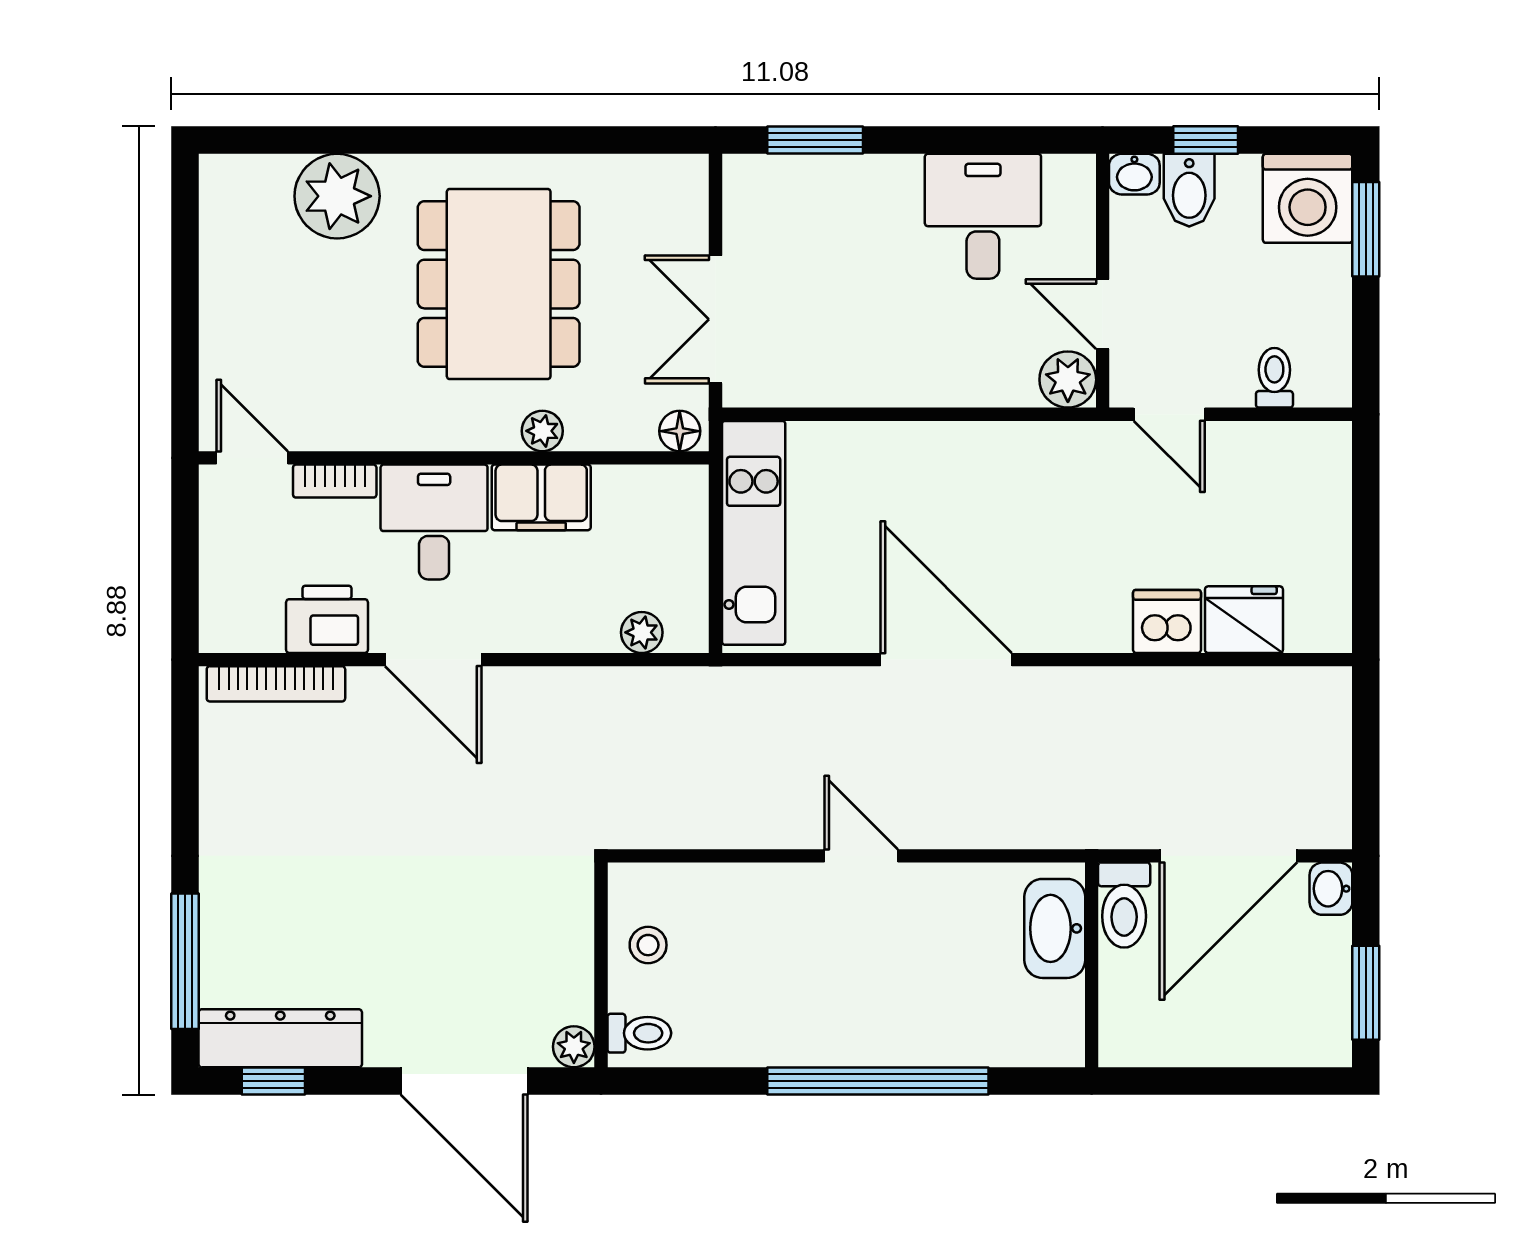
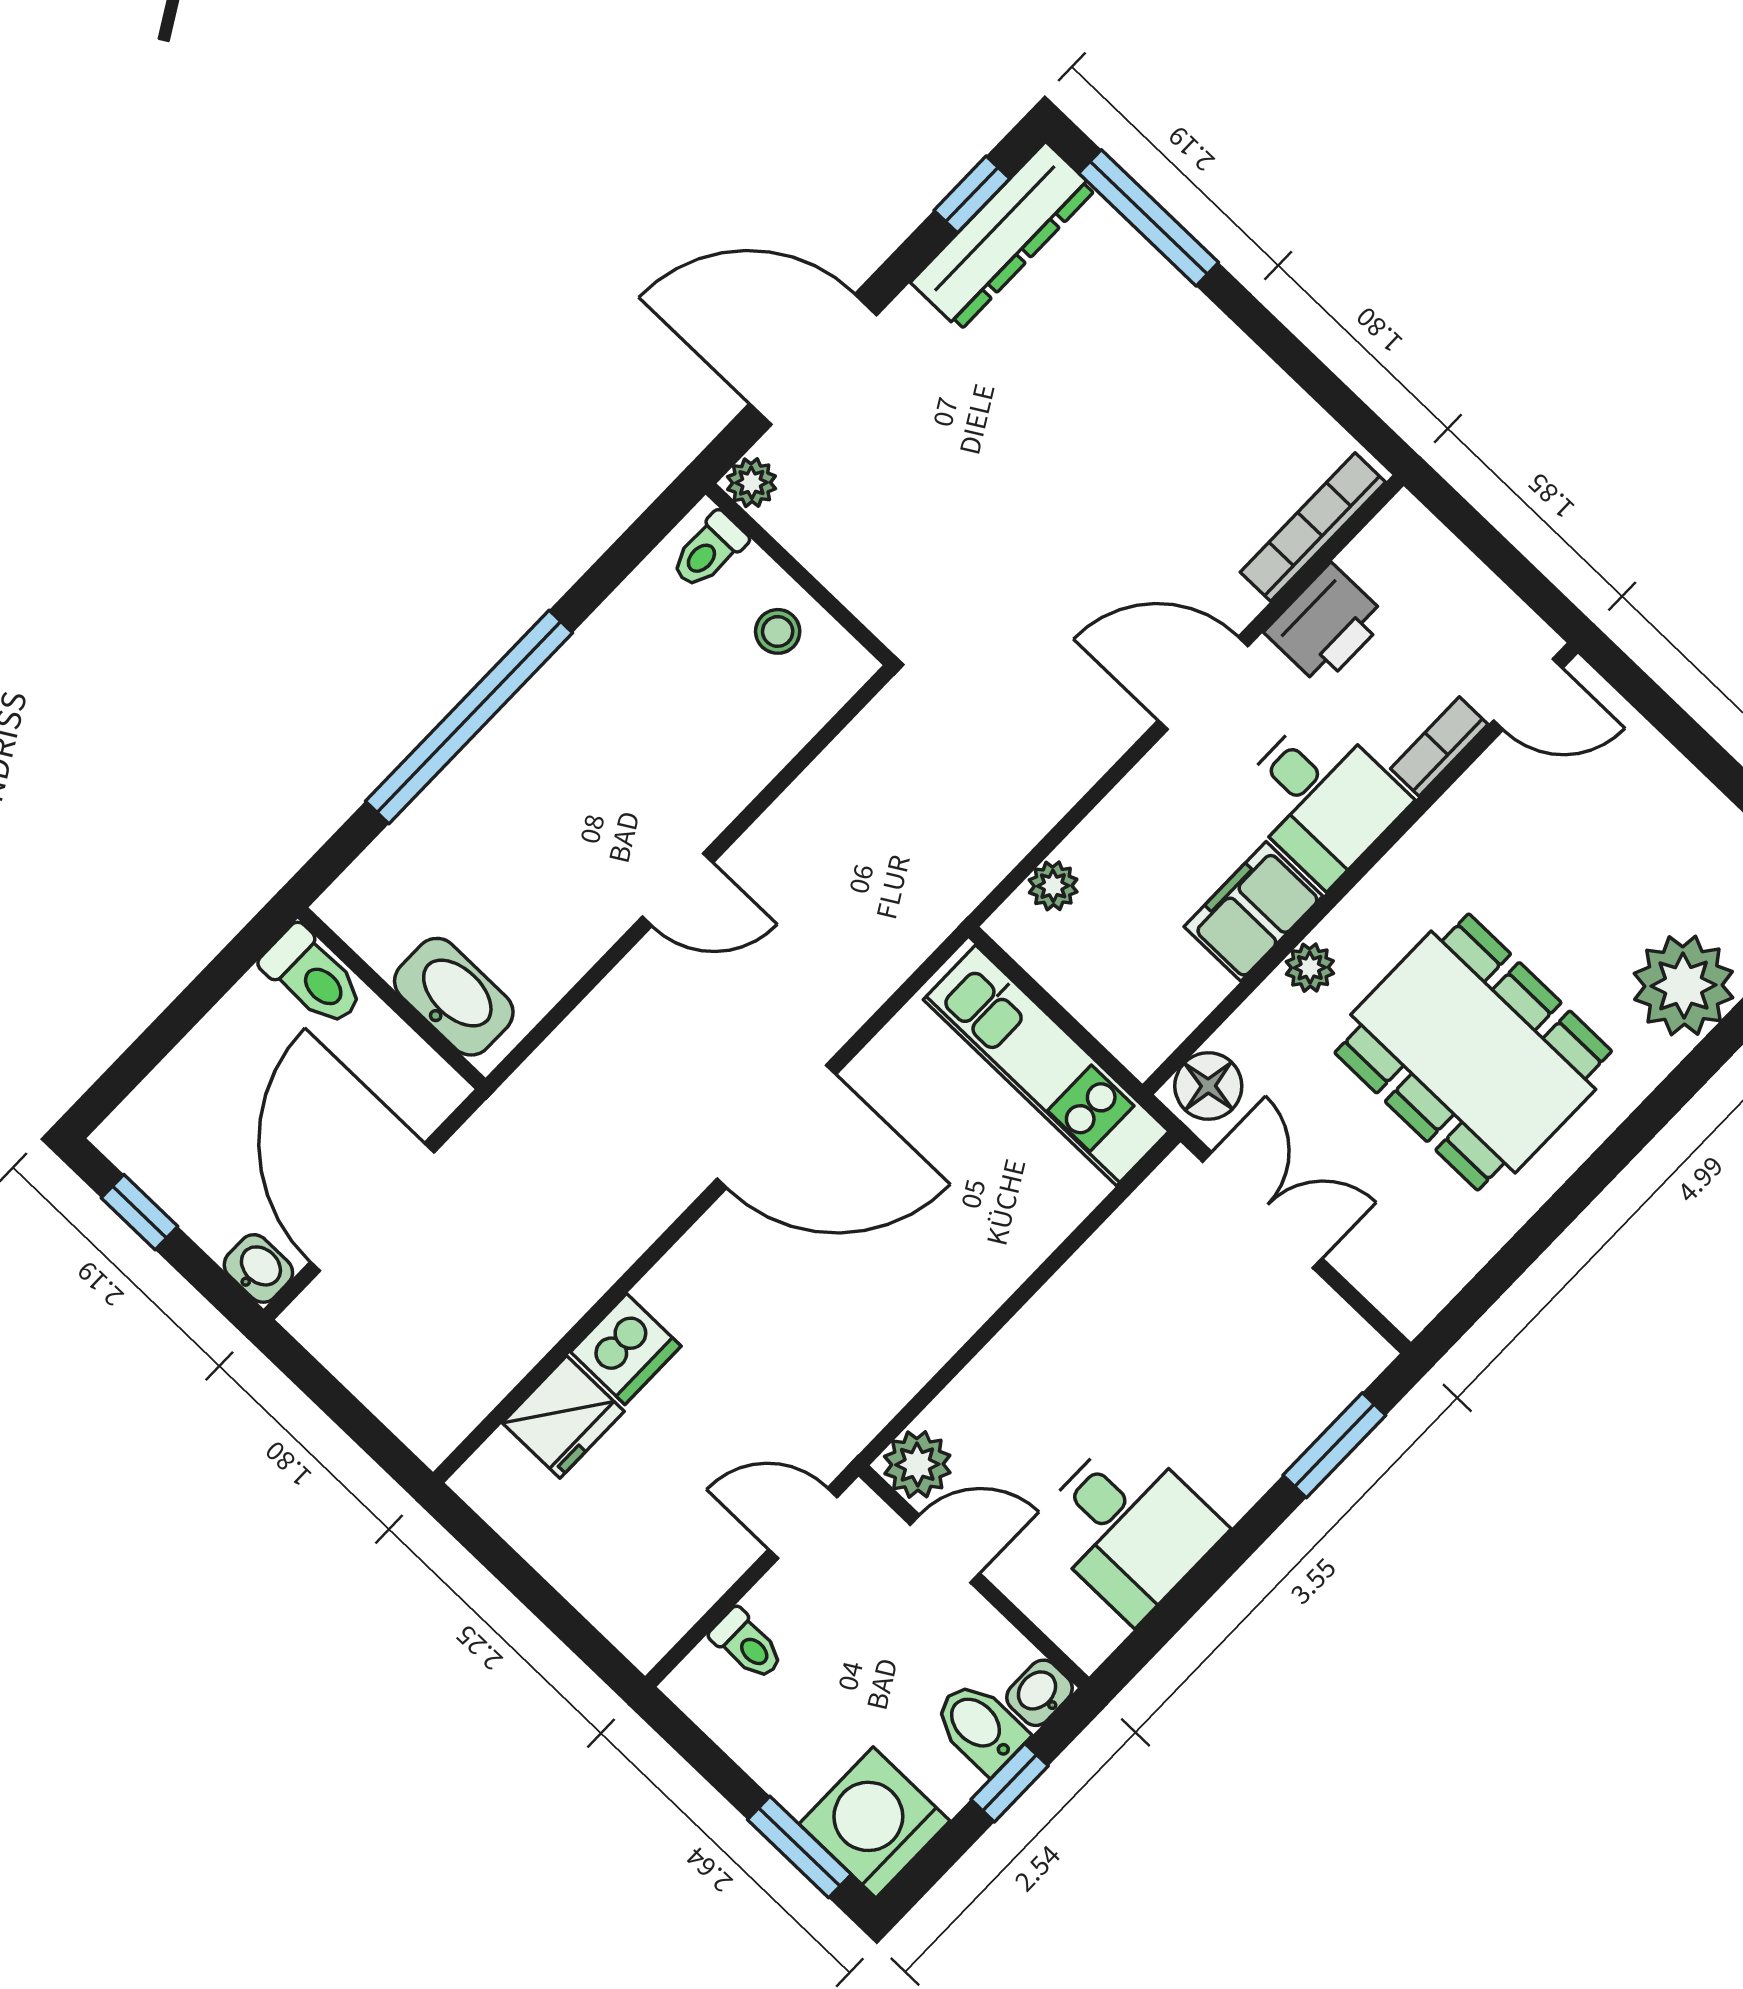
floor lamp: (680, 431) -> (1208, 1086), width x1.37, depth x1.37
toilet: (1124, 905) -> (313, 977), moved, turned 180
window: (1366, 993) -> (140, 1212), width x0.67

